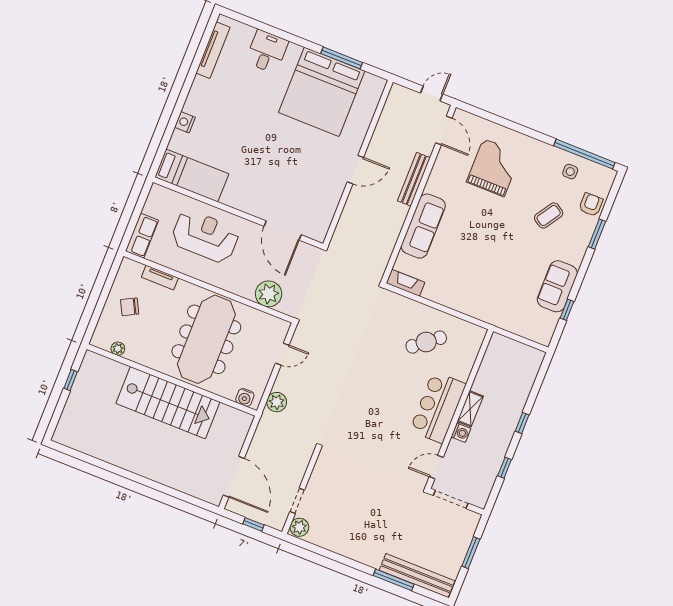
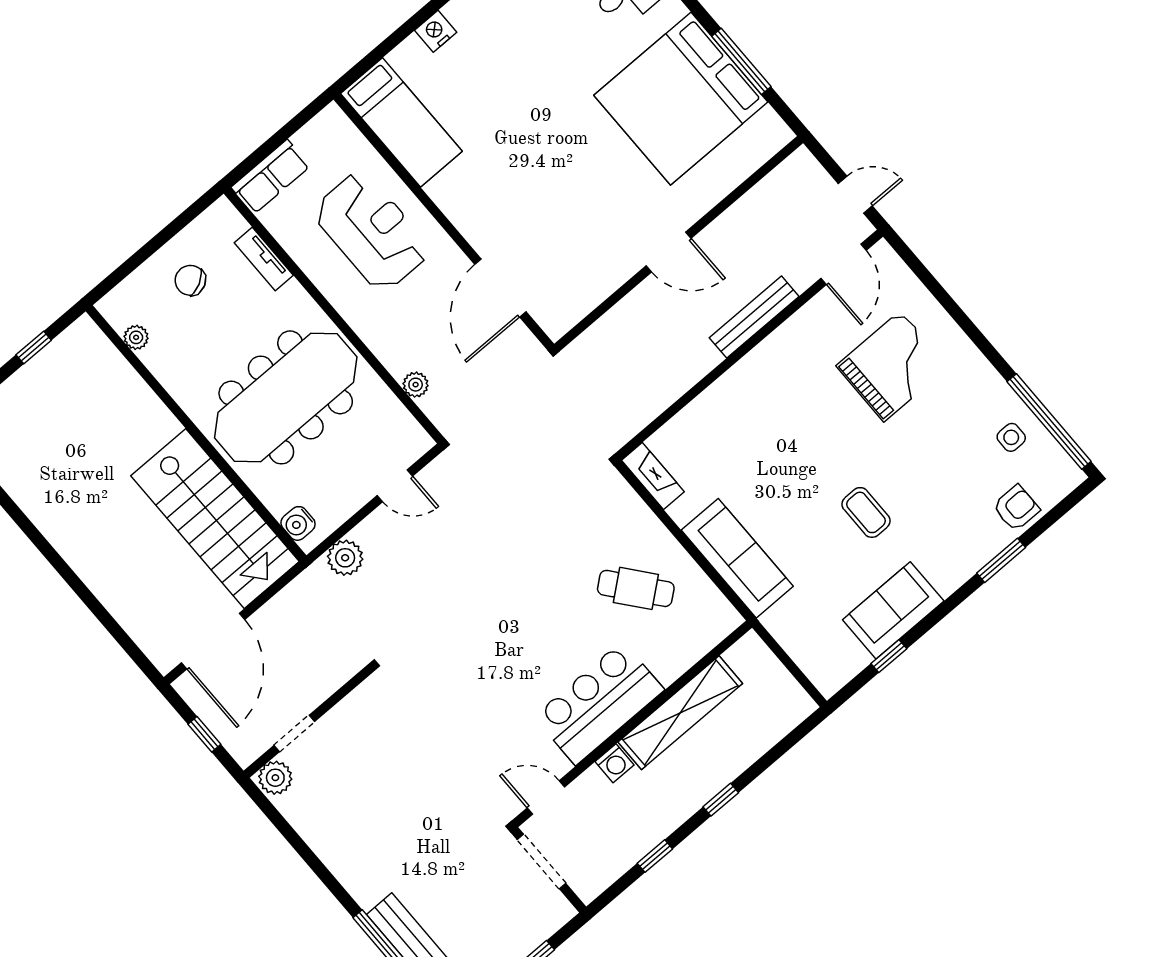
coffee table: (549, 215) -> (866, 512), moved, turned 57
sofa: (423, 226) -> (737, 558), moved, turned -90
plant: (269, 294) -> (416, 385), width x0.53, depth x0.53
stairs: (168, 403) -> (215, 519), moved
shelving: (470, 409) -> (680, 713), width x2.20, depth x1.33

